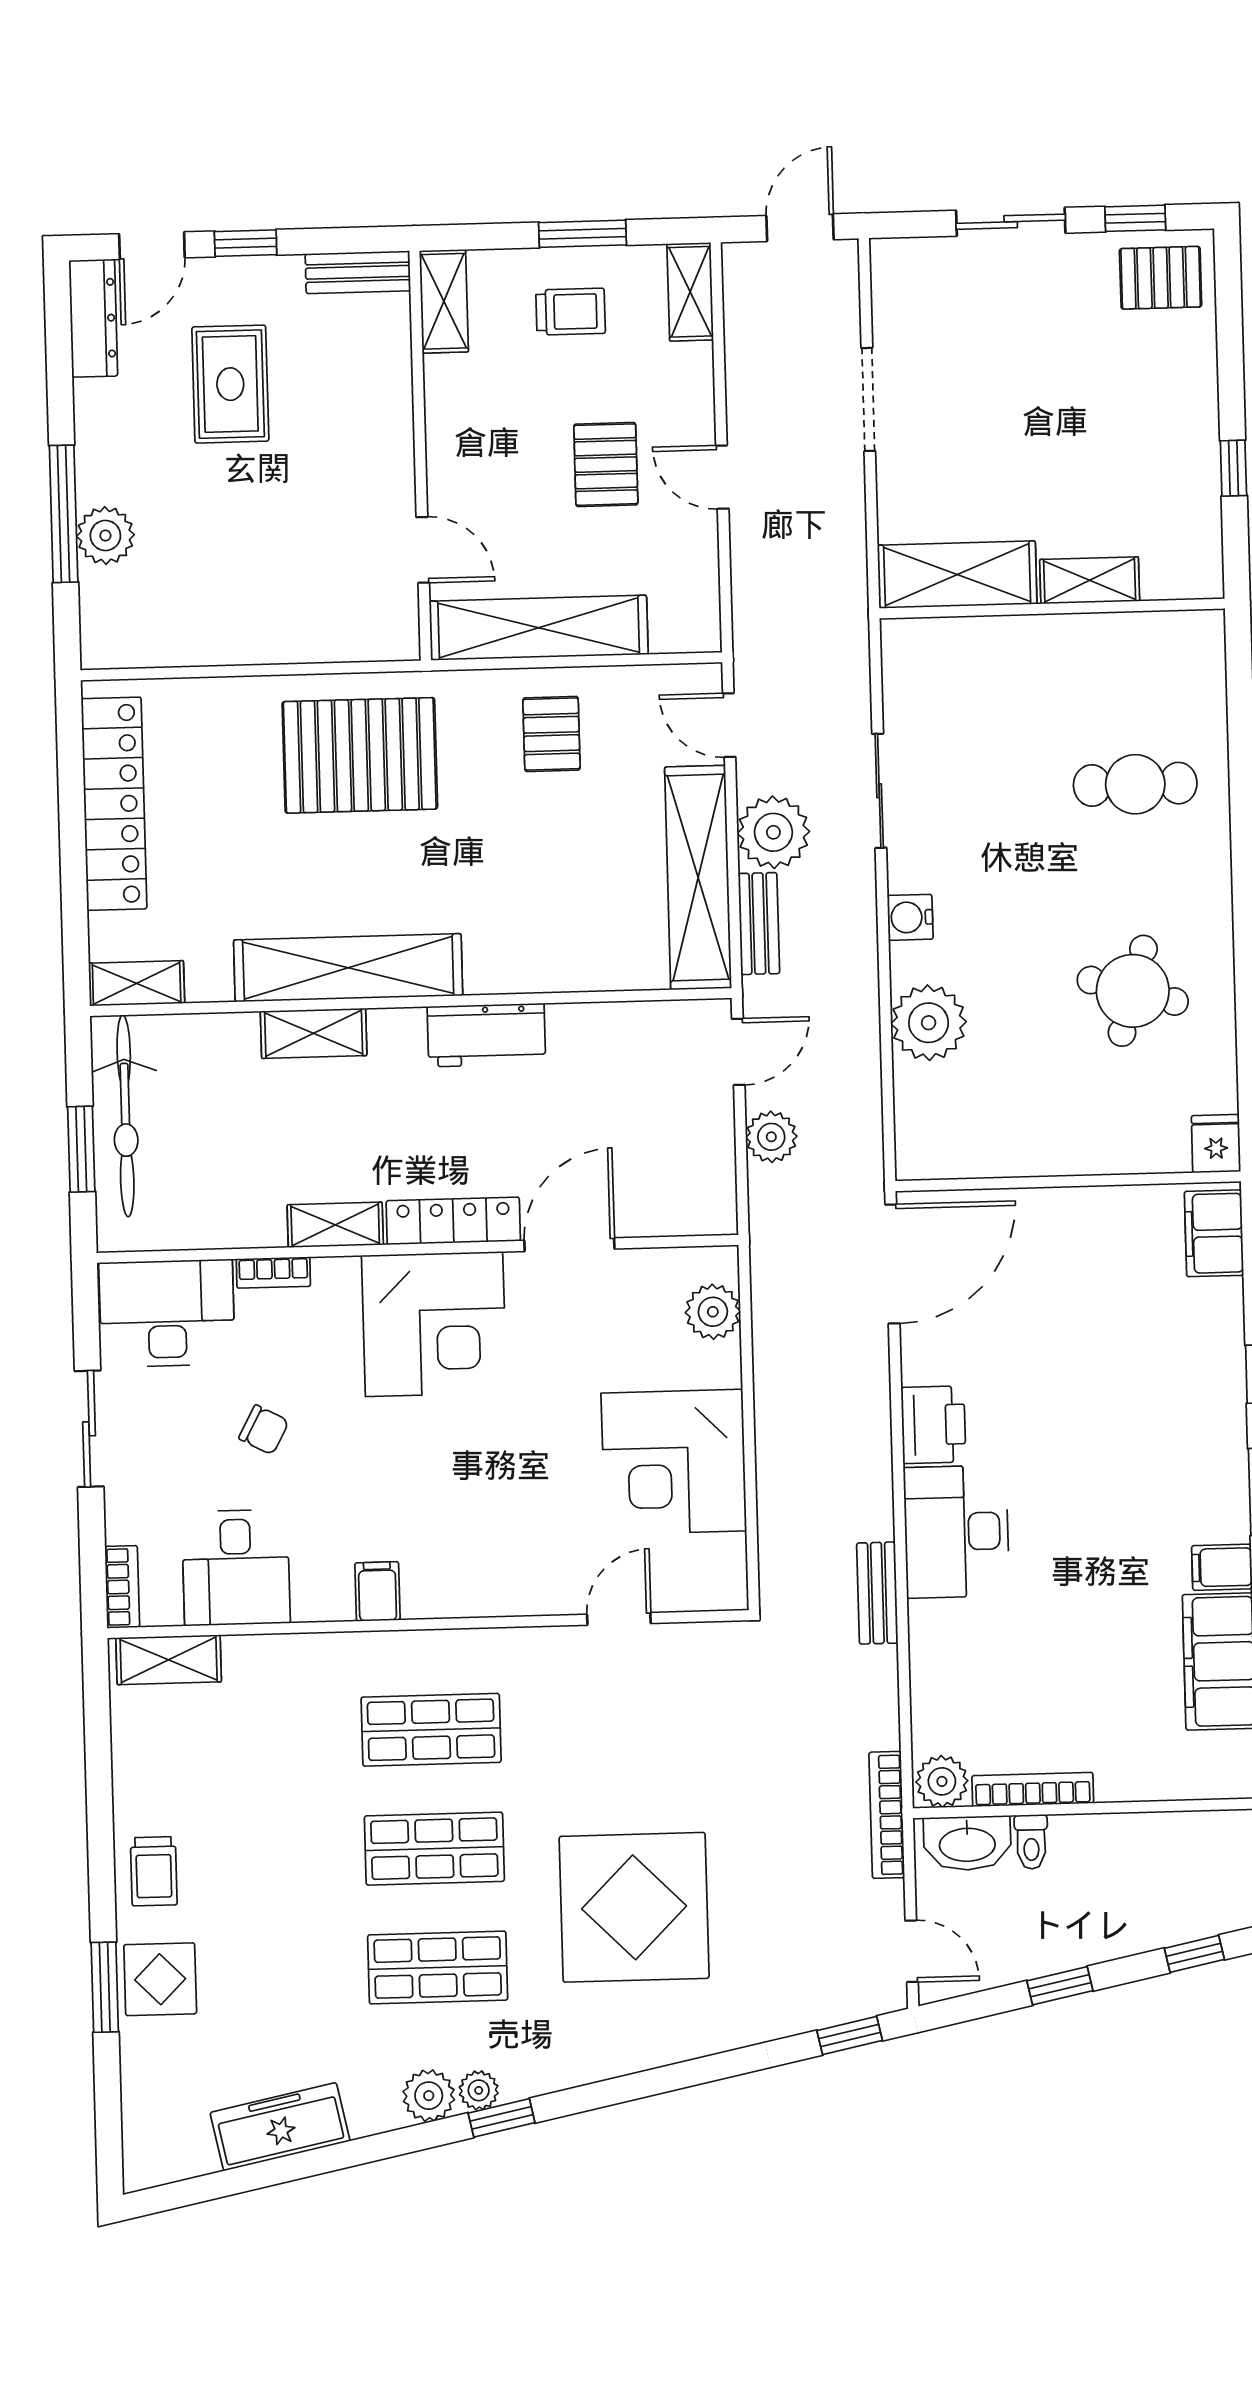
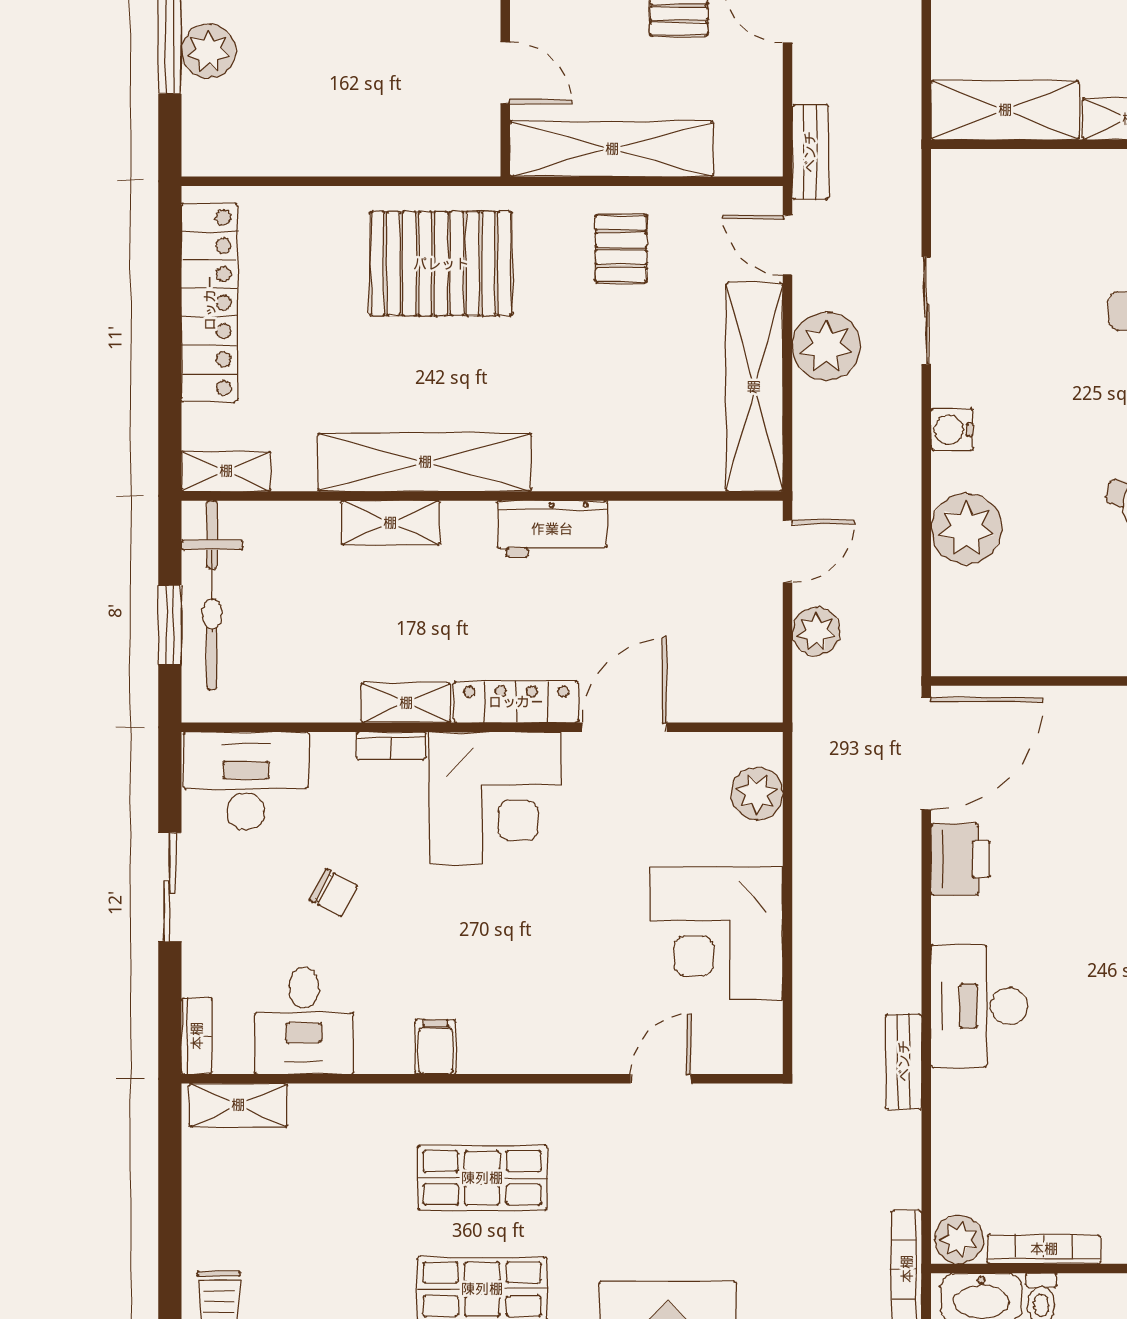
bench: (759, 924) -> (810, 152), moved
bookcase: (273, 1273) -> (391, 746), moved
printer: (933, 1425) -> (960, 859), moved

